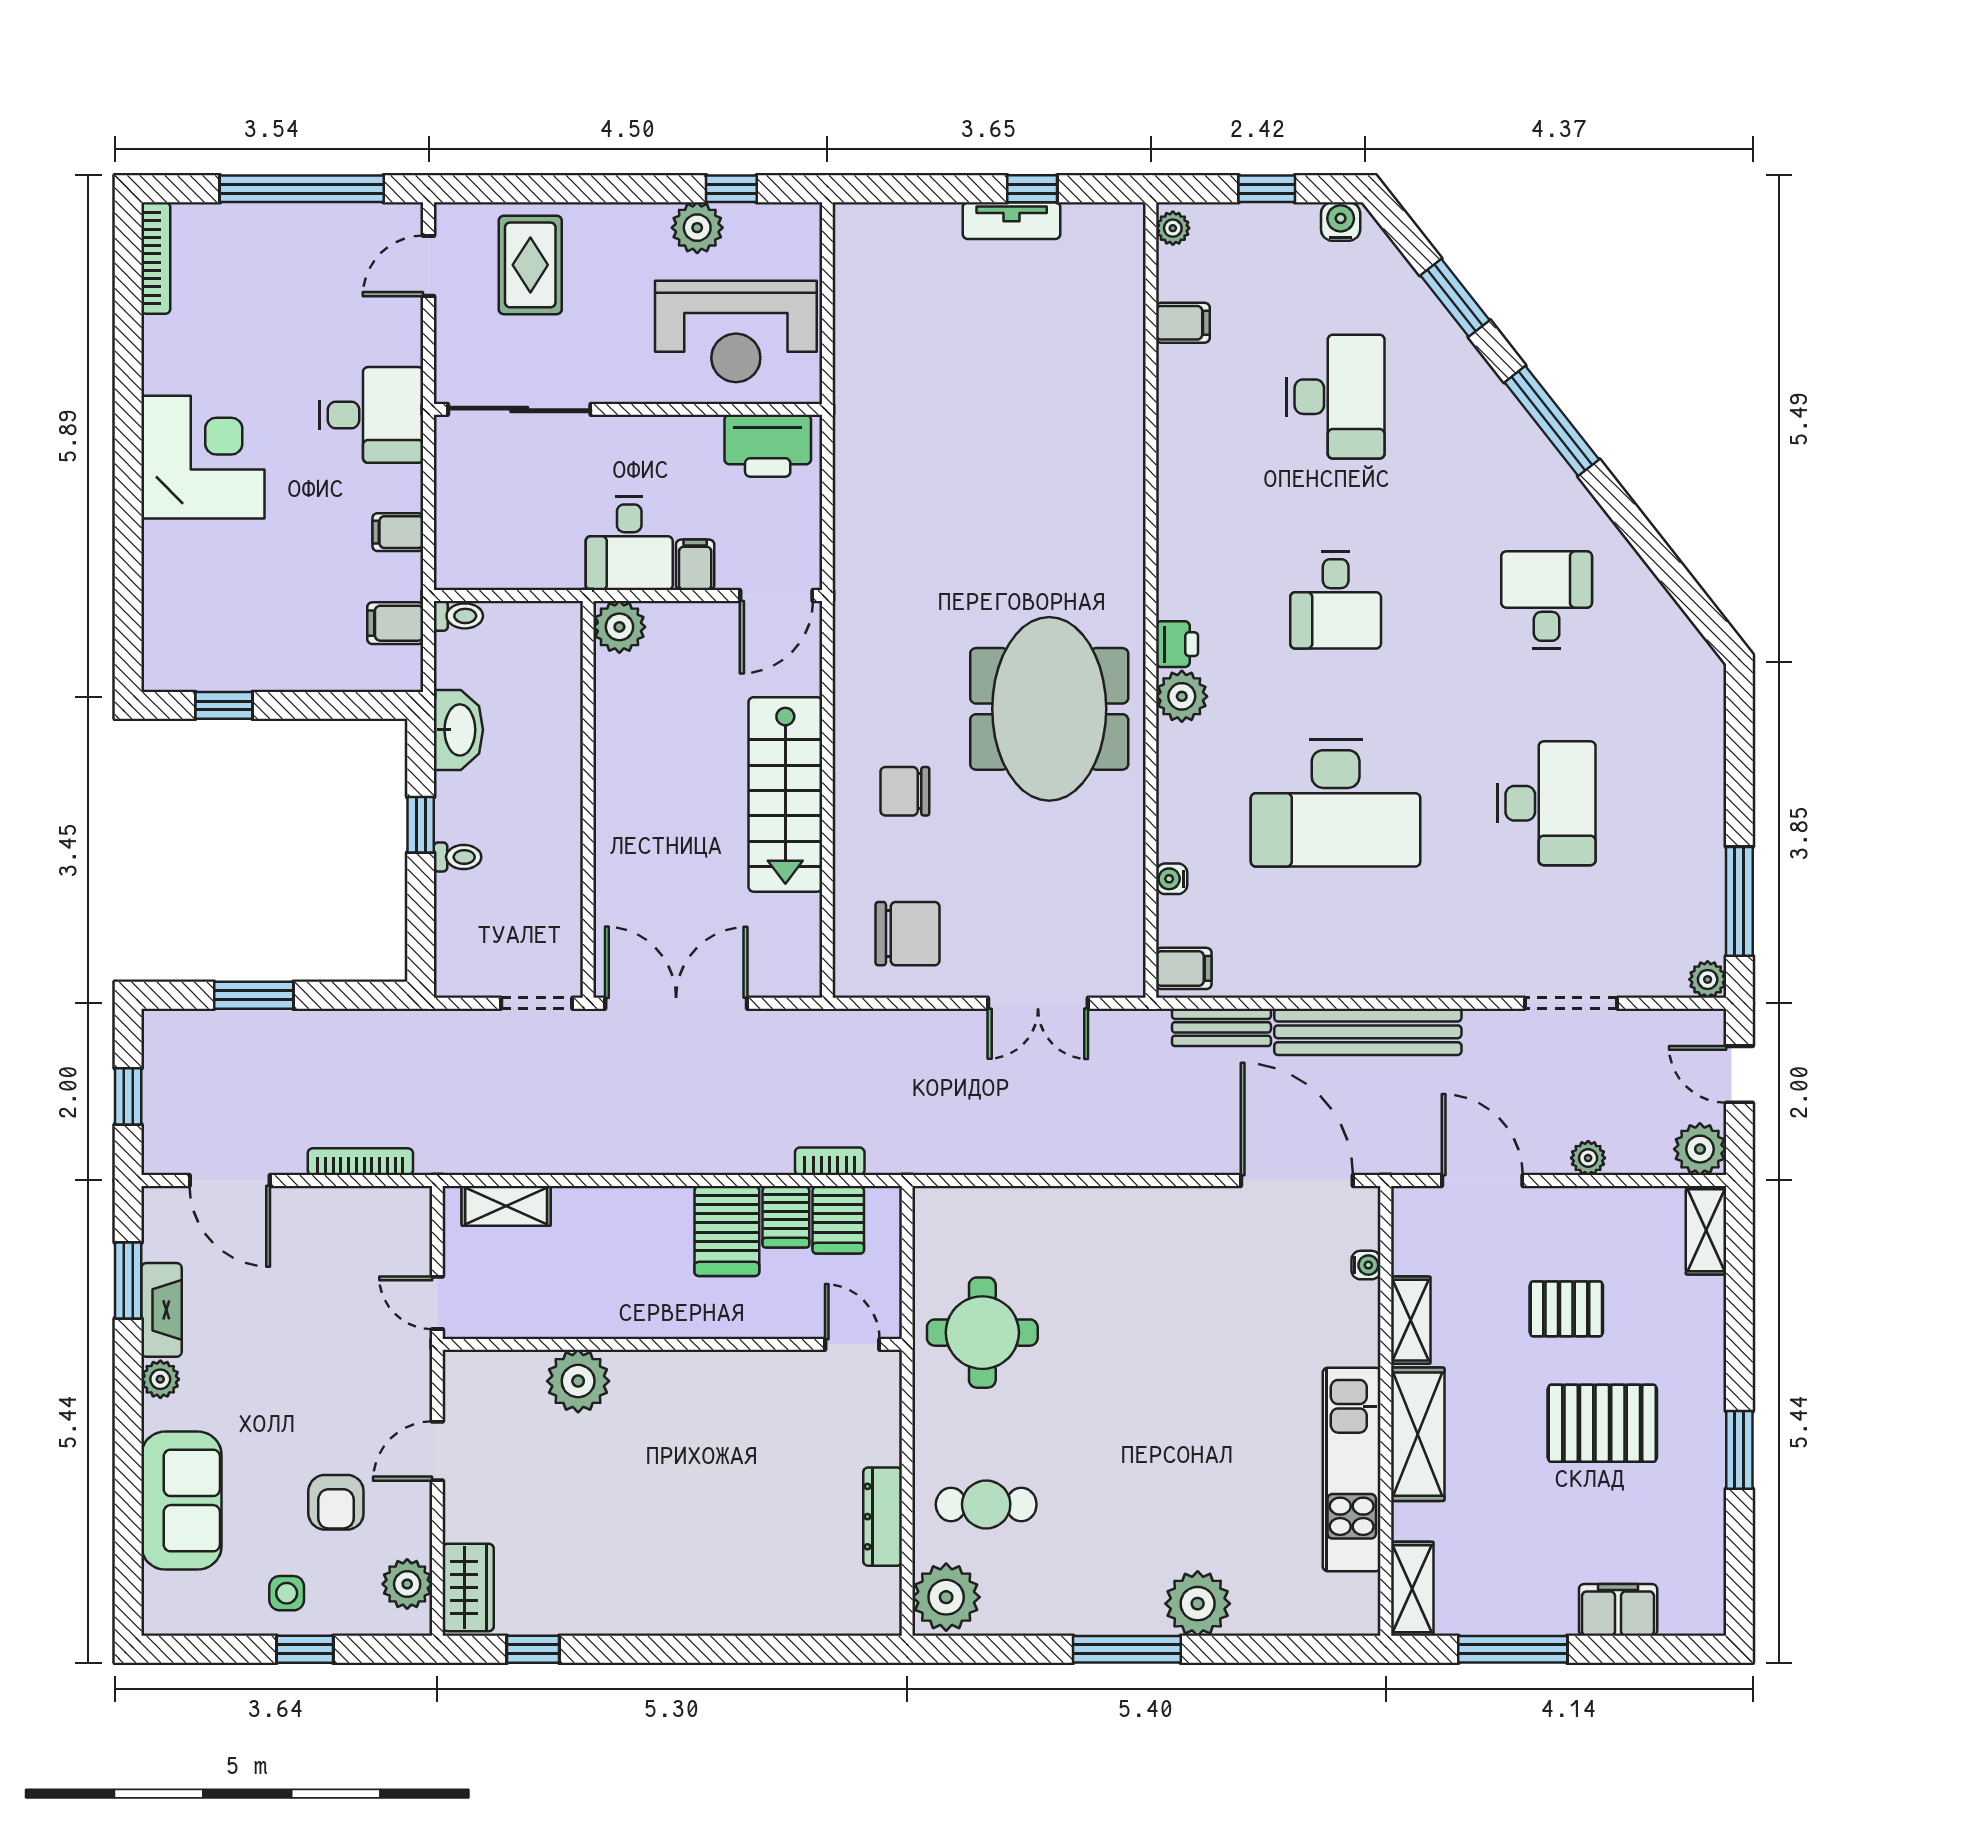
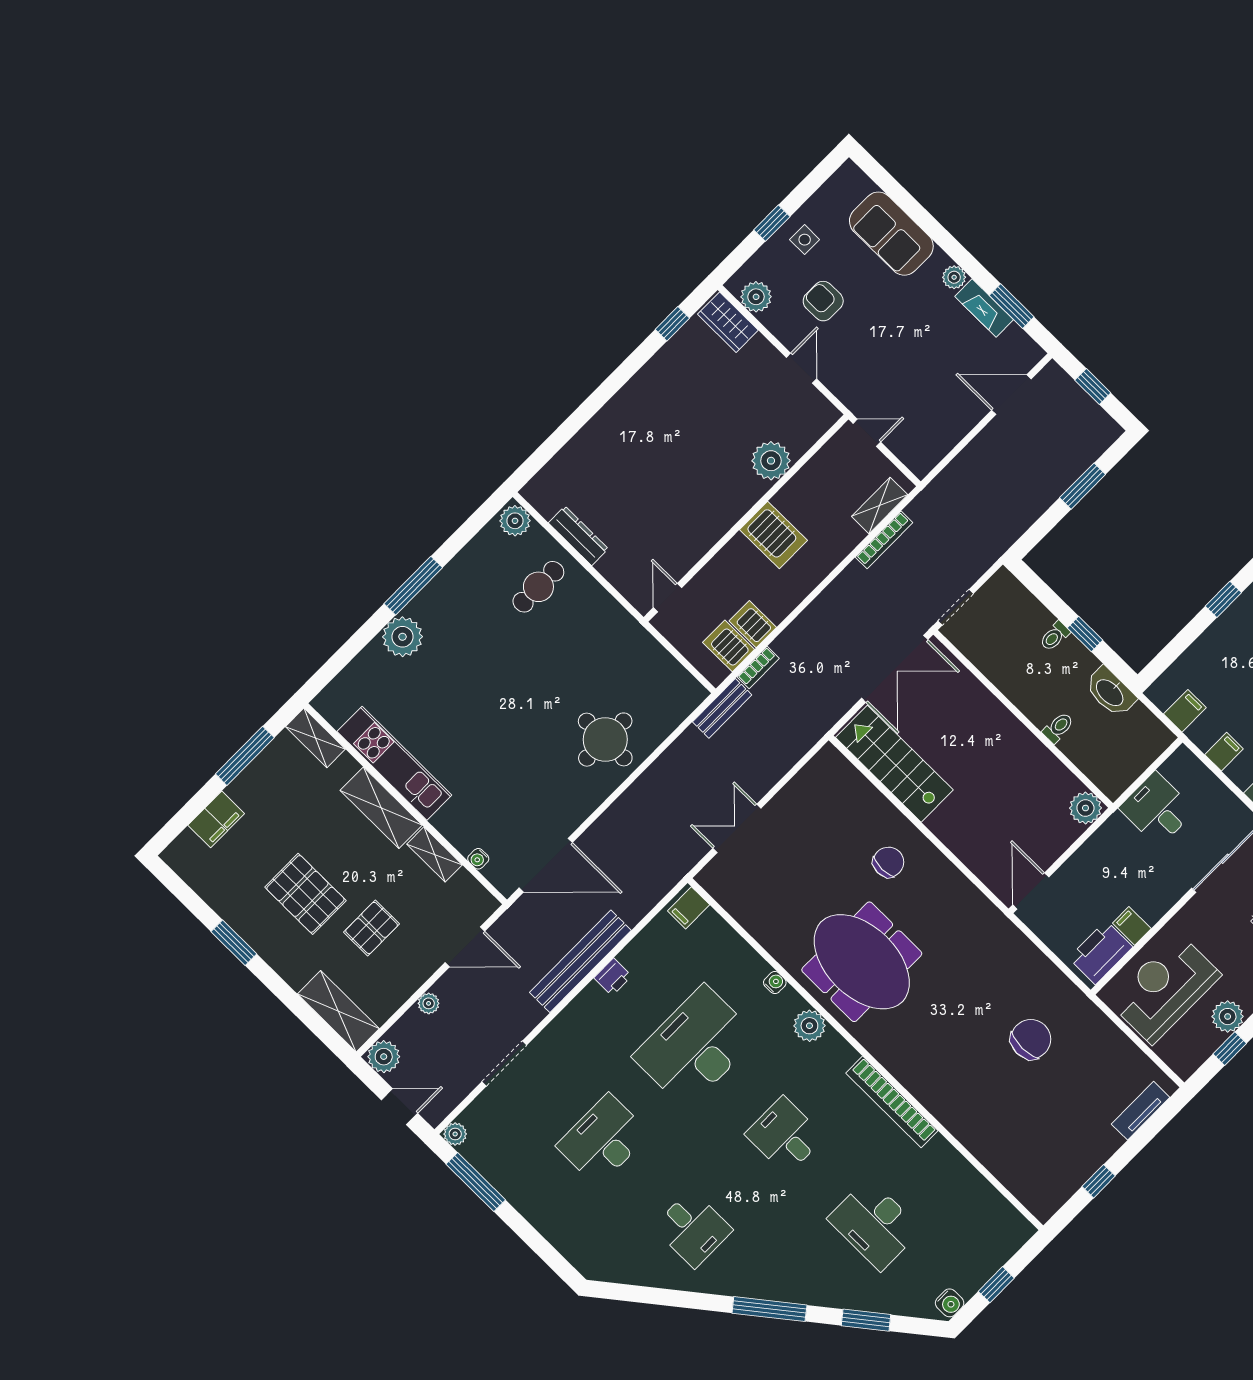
tv unit: (1012, 221) -> (1141, 1111), moved
plant: (1173, 228) -> (1020, 1226), removed
filing cabinet: (1183, 323) -> (974, 1189), removed
bookcase: (1176, 516) -> (892, 1102), added
desk: (629, 544) -> (1157, 809), moved
filing cabinet: (695, 565) -> (1132, 926), moved, turned 180
toilet: (458, 616) -> (1058, 728), moved, turned 180
printer: (1177, 644) -> (613, 977), moved, turned -90
stairs: (785, 794) -> (894, 764), moved
desk: (1547, 803) -> (603, 1140), turned 90
water cooler: (1172, 879) -> (775, 983), moved
chair: (907, 934) -> (1031, 1039), moved, turned 180
bench: (1221, 1027) -> (722, 708), moved
bookcase: (360, 1162) -> (884, 540), moved
shelving: (1706, 1230) -> (338, 1011), width x1.50, depth x1.33
server rack: (727, 1231) -> (773, 535), moved, turned 180
round table: (982, 1333) -> (605, 740), moved
door: (852, 1344) -> (667, 598), swing flipped
pallet: (1602, 1423) -> (305, 894), turned 90
plant: (946, 1597) -> (515, 521), width x0.73, depth x0.73

